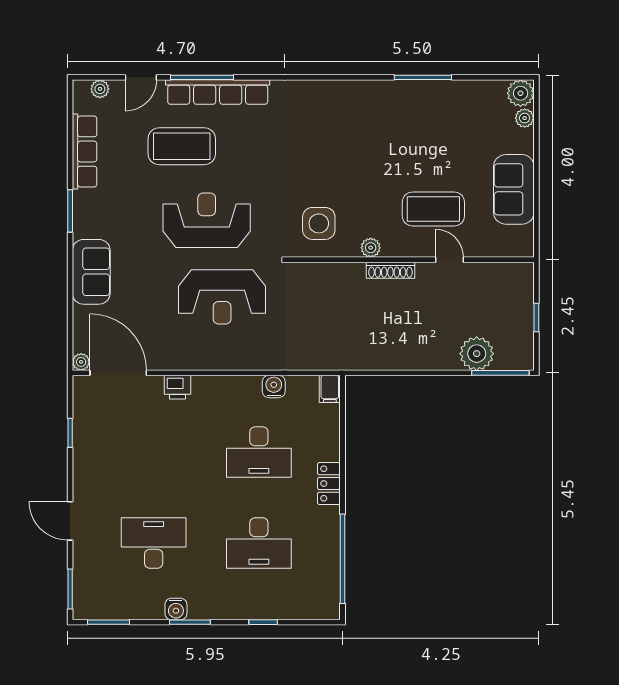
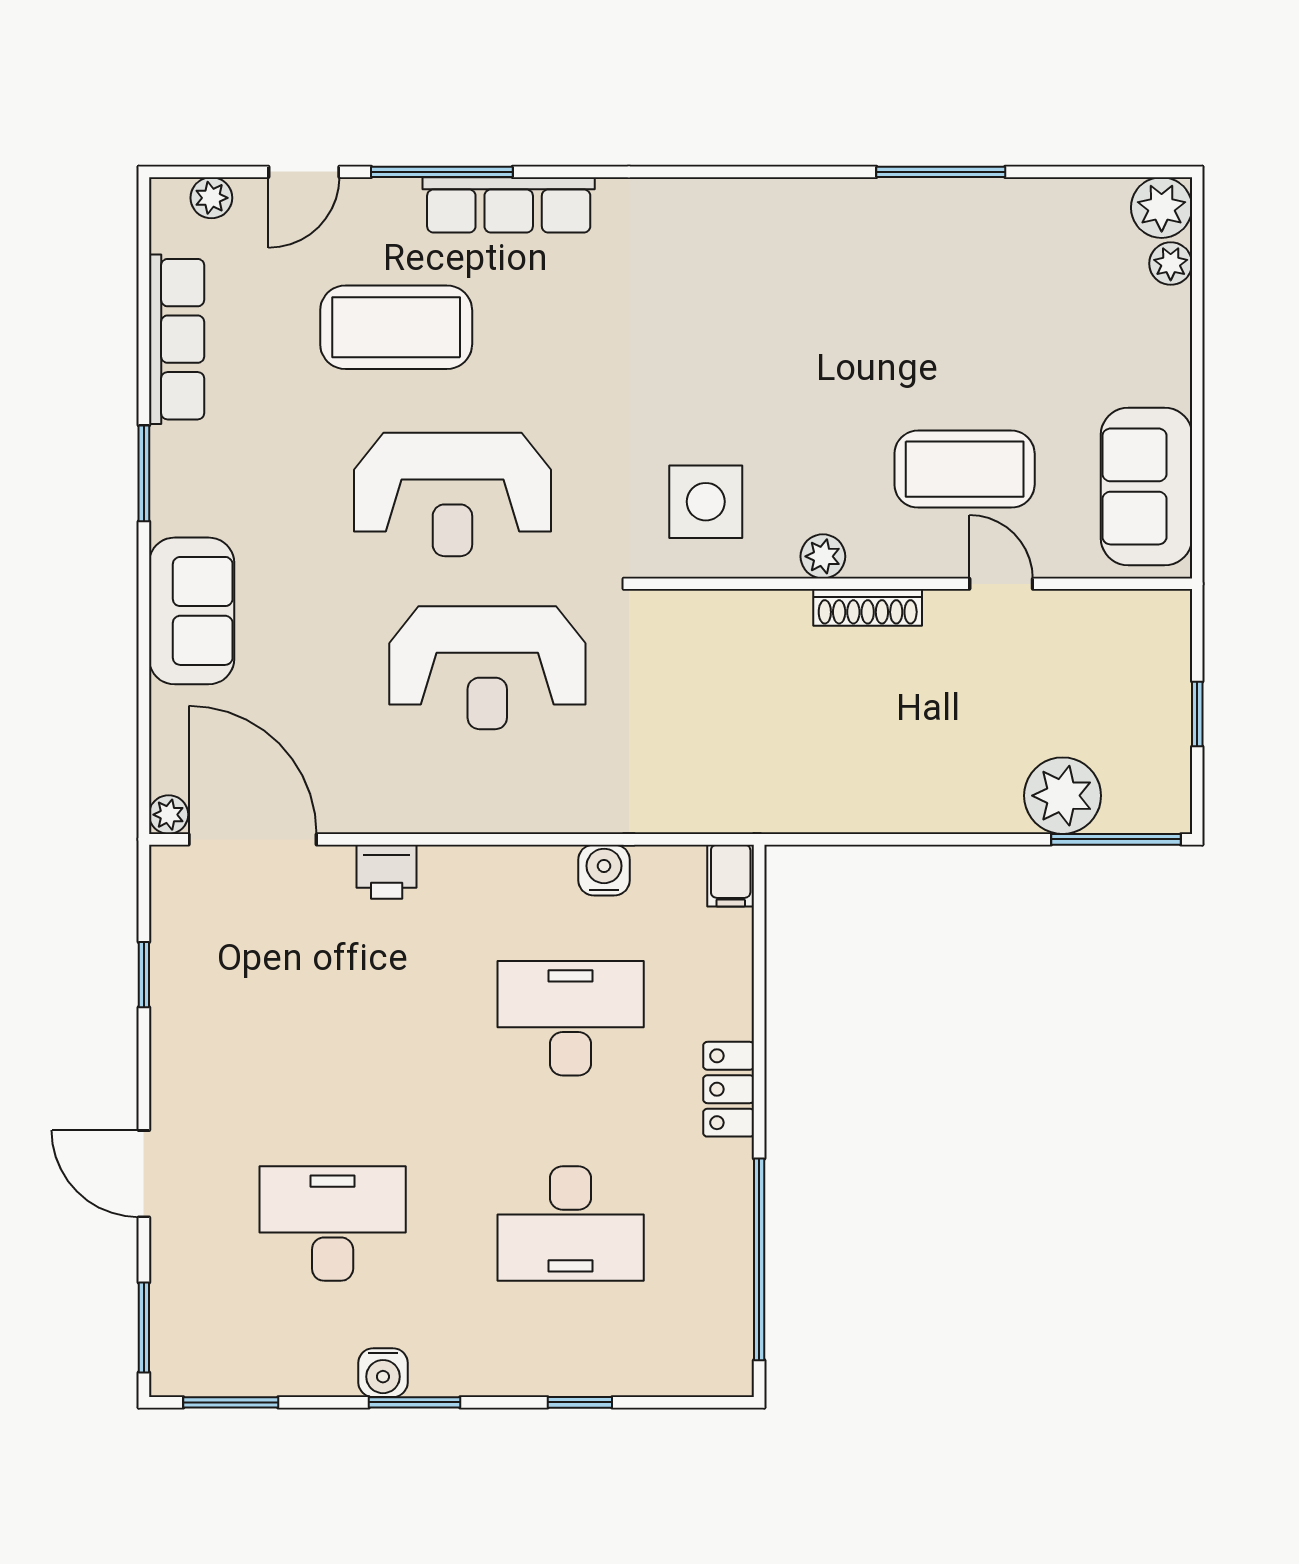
row of seats: (218, 92) -> (509, 205), width x0.73
sofa: (514, 189) -> (1146, 486), moved
reception desk: (207, 220) -> (452, 494), turned 180
desk: (259, 452) -> (571, 1018), turned 180

